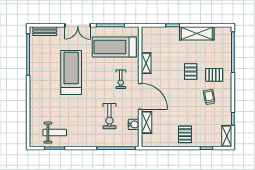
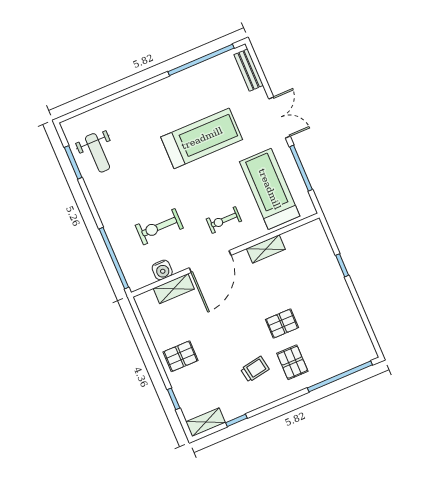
double door: (78, 25) -> (279, 117), swing flipped
shelving: (197, 33) -> (345, 308), removed

